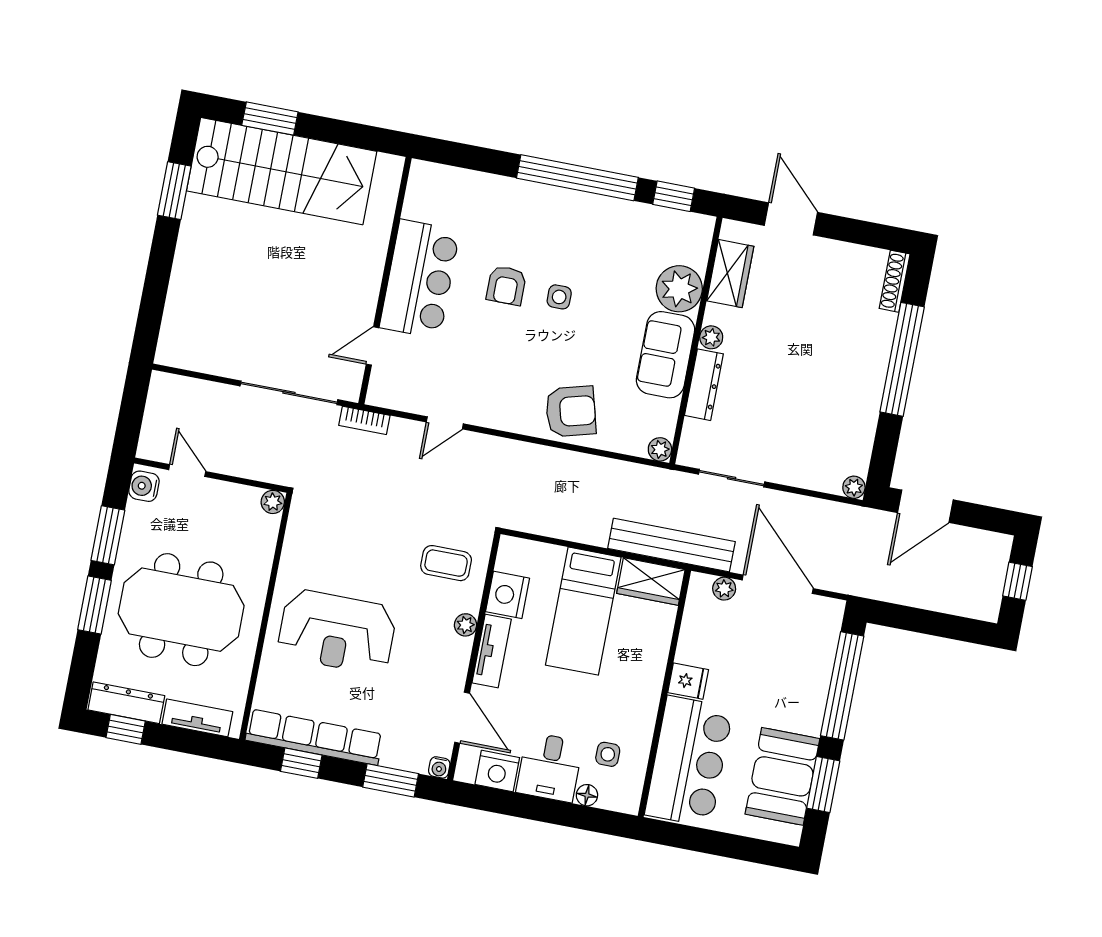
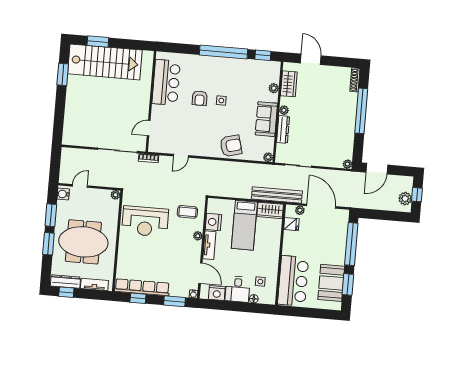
bar counter: (420, 279) -> (166, 82), moved
plant: (679, 289) -> (274, 88), width x0.53, depth x0.53
door: (187, 471) -> (80, 186), hinge flipped
plant: (987, 588) -> (405, 199), added
reception desk: (337, 632) -> (145, 221), moved
fridge: (688, 681) -> (291, 224), moved

